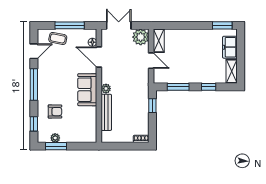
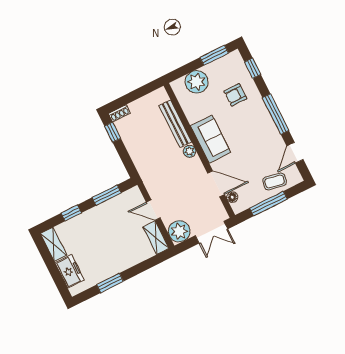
window: (222, 25) -> (110, 283), moved
window: (152, 106) -> (113, 132), moved
plant: (55, 138) -> (197, 82), moved, width x1.88, depth x1.88

